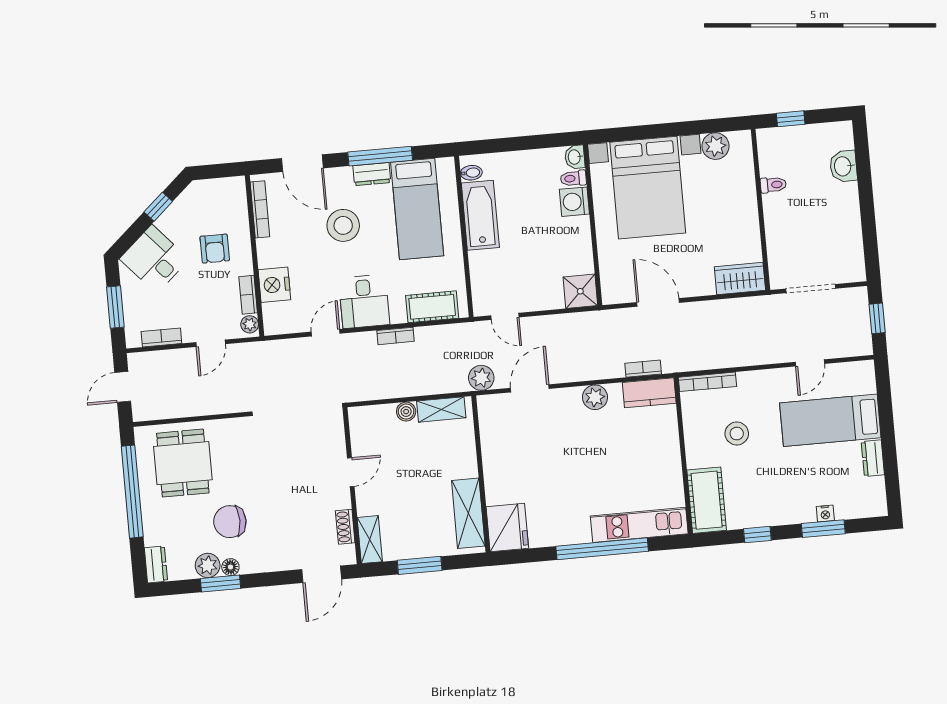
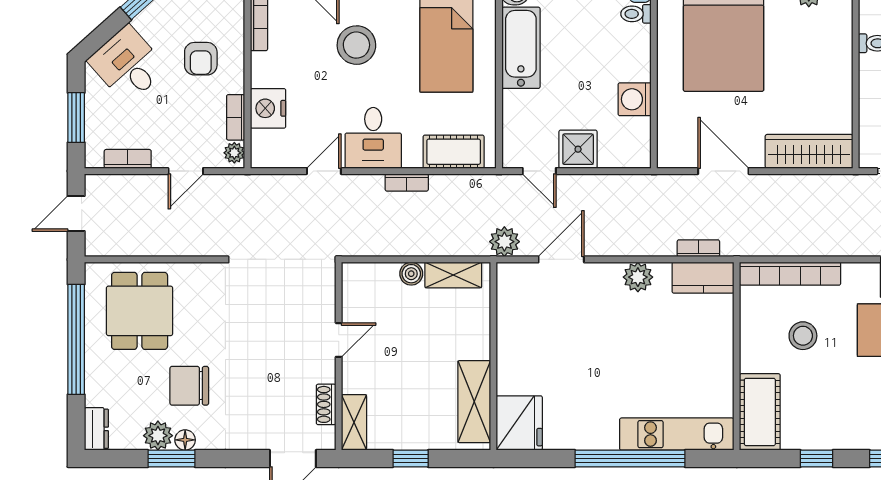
washing machine: (574, 202) -> (635, 99), moved
wardrobe: (740, 279) -> (809, 151), width x1.50
shower: (580, 291) -> (578, 149), moved
bookcase: (707, 382) -> (790, 274), width x1.48, depth x1.31
window: (420, 565) -> (411, 458), width x0.67

